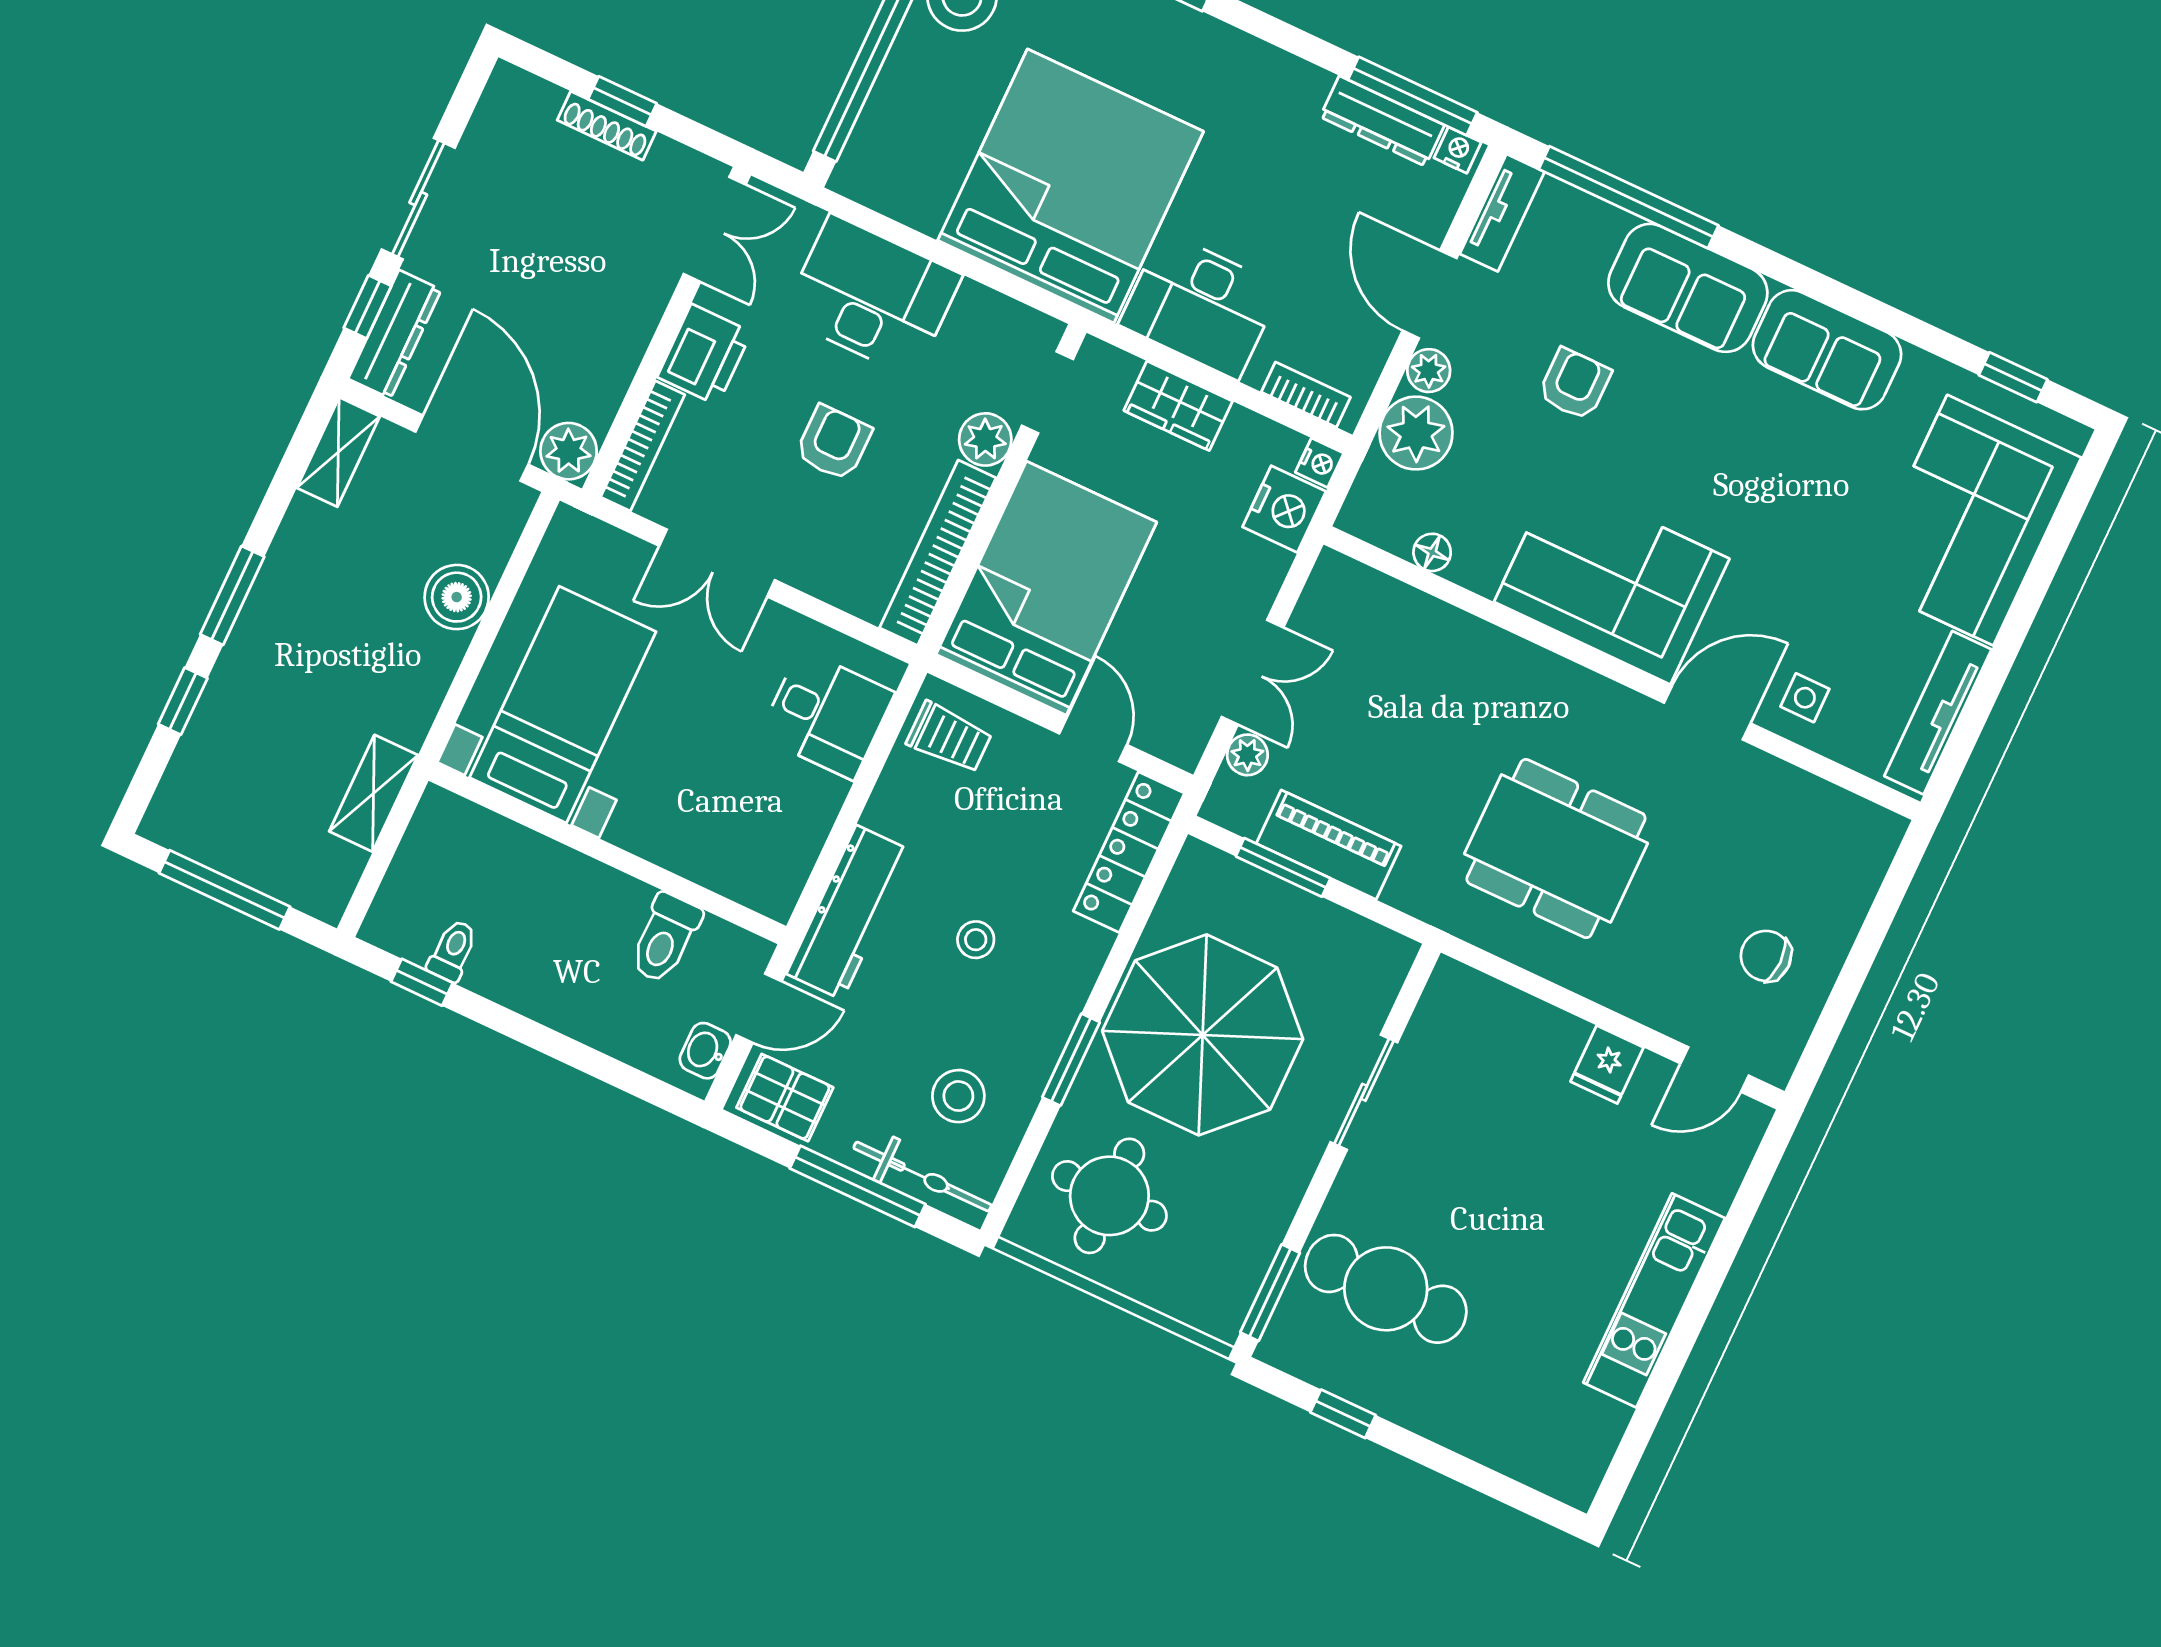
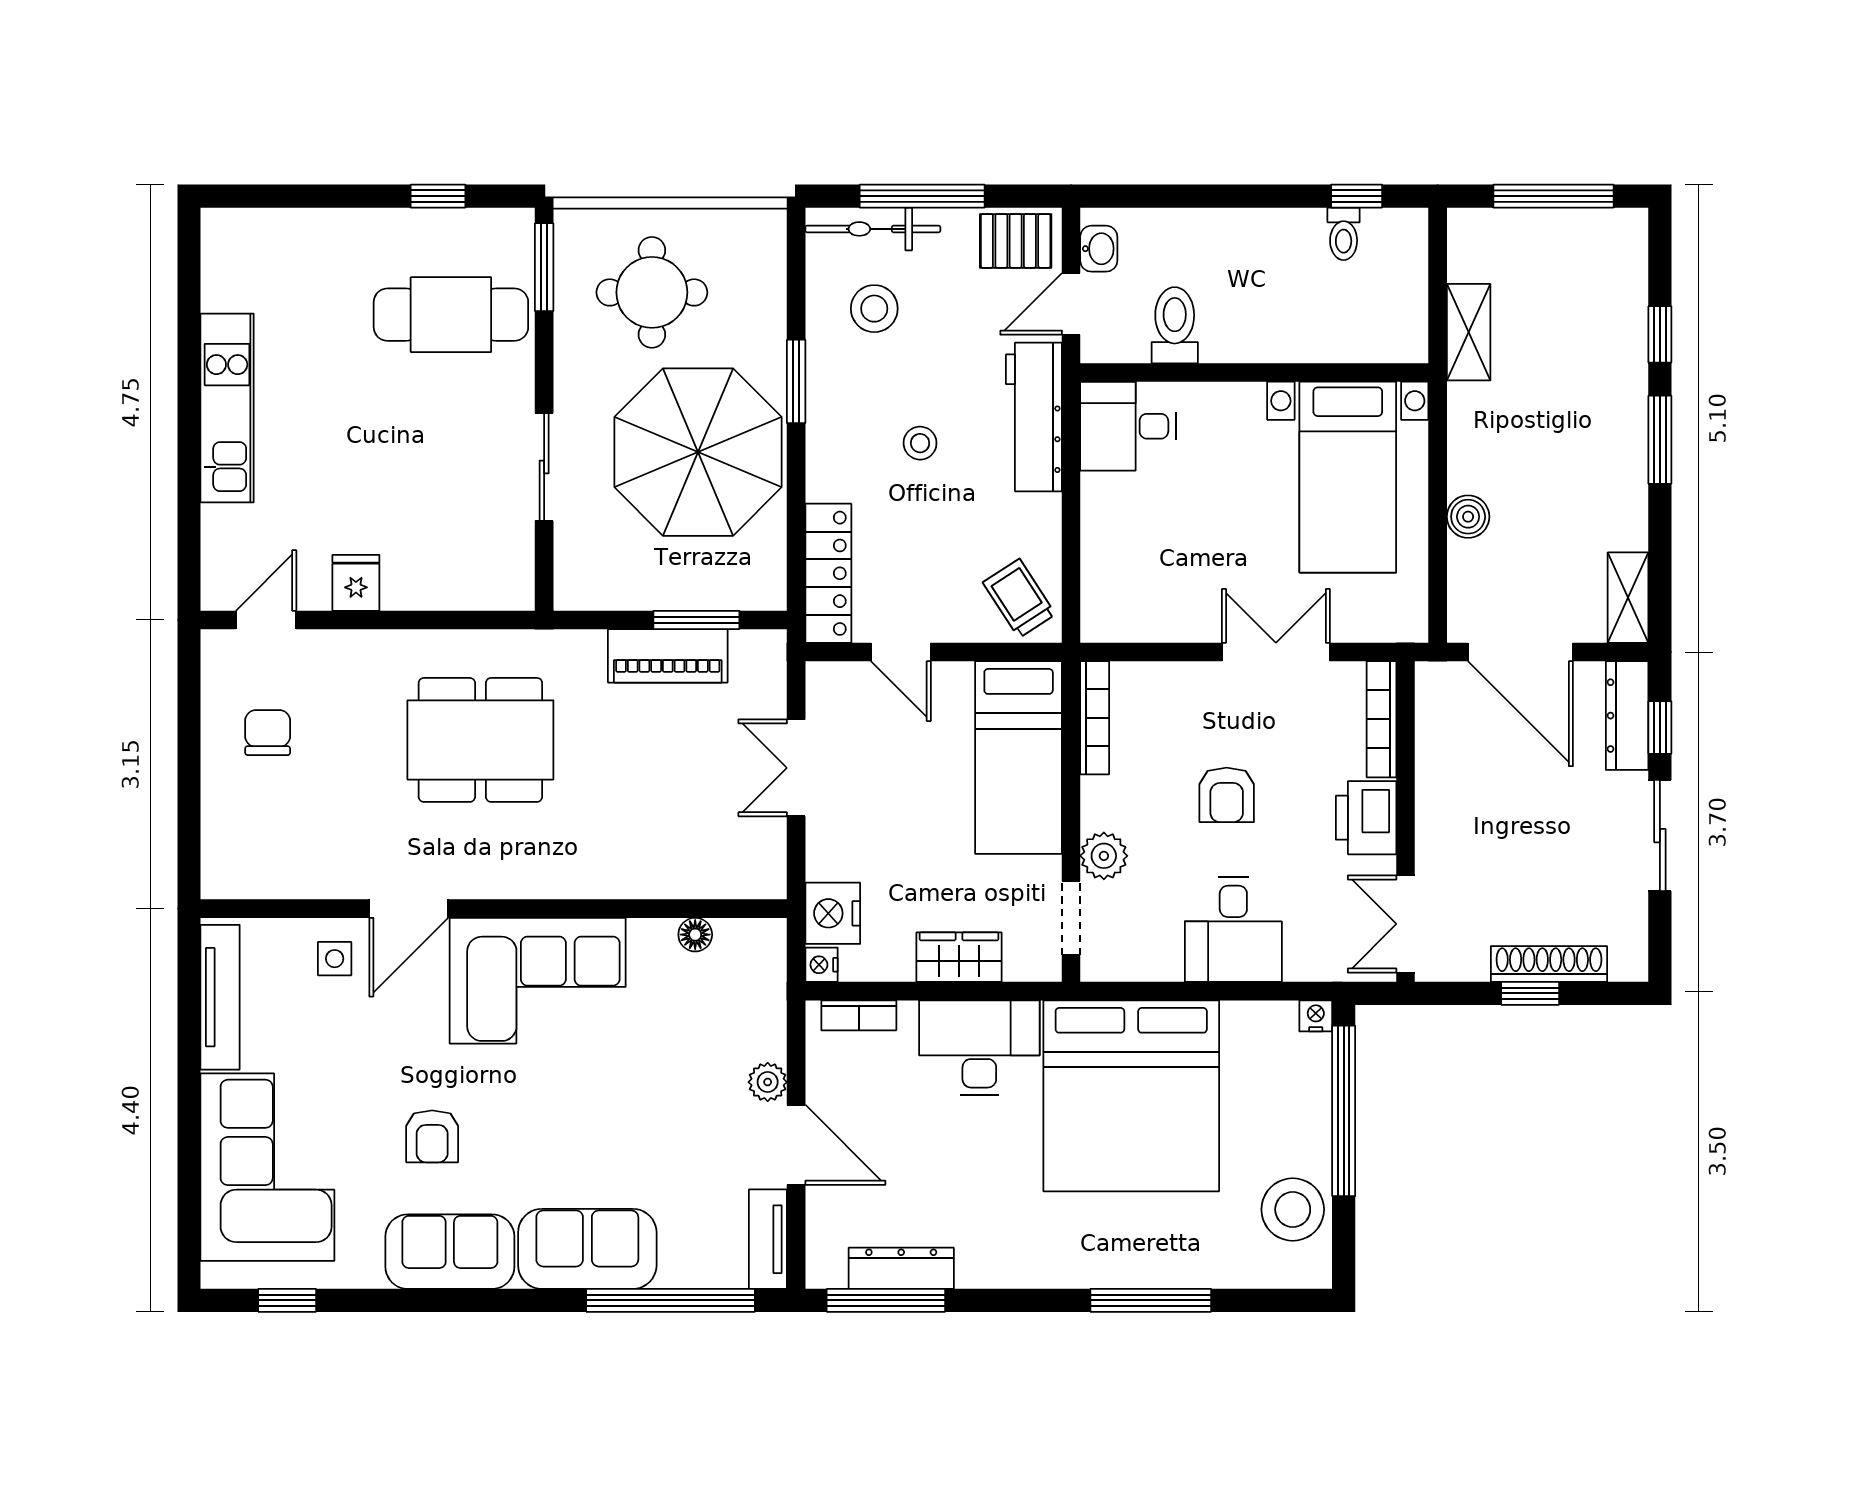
shoe rack: (607, 126) -> (1549, 964), width x1.36, depth x1.24
nightstand: (1458, 150) -> (1316, 1016), moved, turned 180
desk: (872, 296) -> (1233, 930), width x0.73
armchair: (1574, 384) -> (432, 1136), moved
plant: (1416, 433) -> (754, 1026), removed
plant: (569, 451) -> (1440, 687), removed
bookcase: (938, 553) -> (1095, 718), width x0.68, depth x0.76
bed: (1046, 588) -> (1019, 758), width x0.67
boiler: (457, 597) -> (1468, 517), width x0.73, depth x0.73
desk: (827, 714) -> (1128, 426), moved
trolley: (949, 737) -> (1019, 598), turned 57
plant: (1247, 755) -> (769, 698), removed
chair: (1766, 956) -> (268, 733), turned -90
round table: (1109, 1196) -> (652, 292), moved

